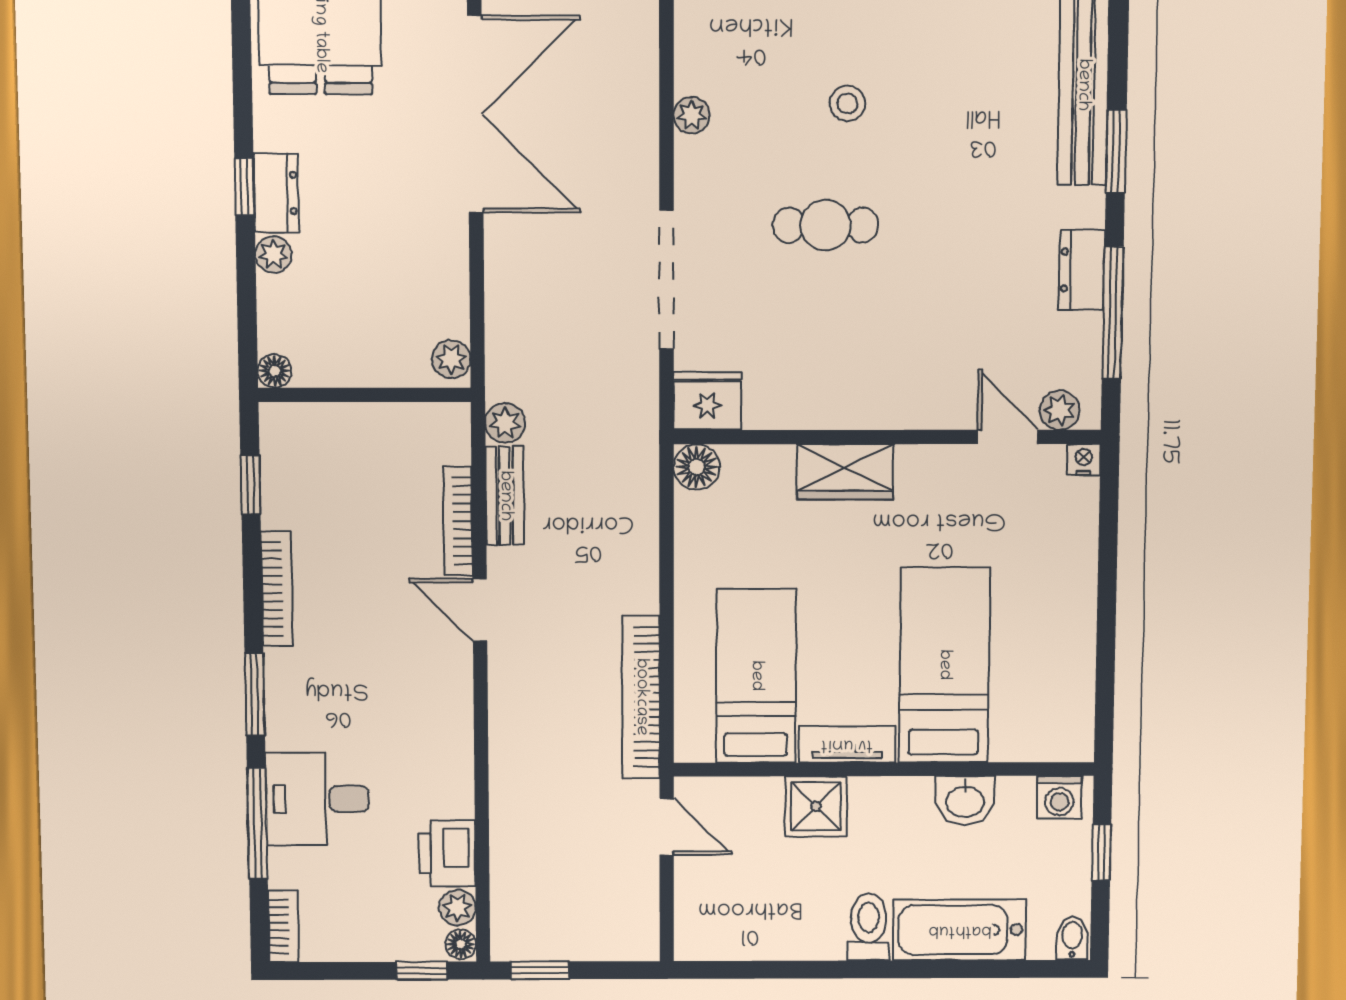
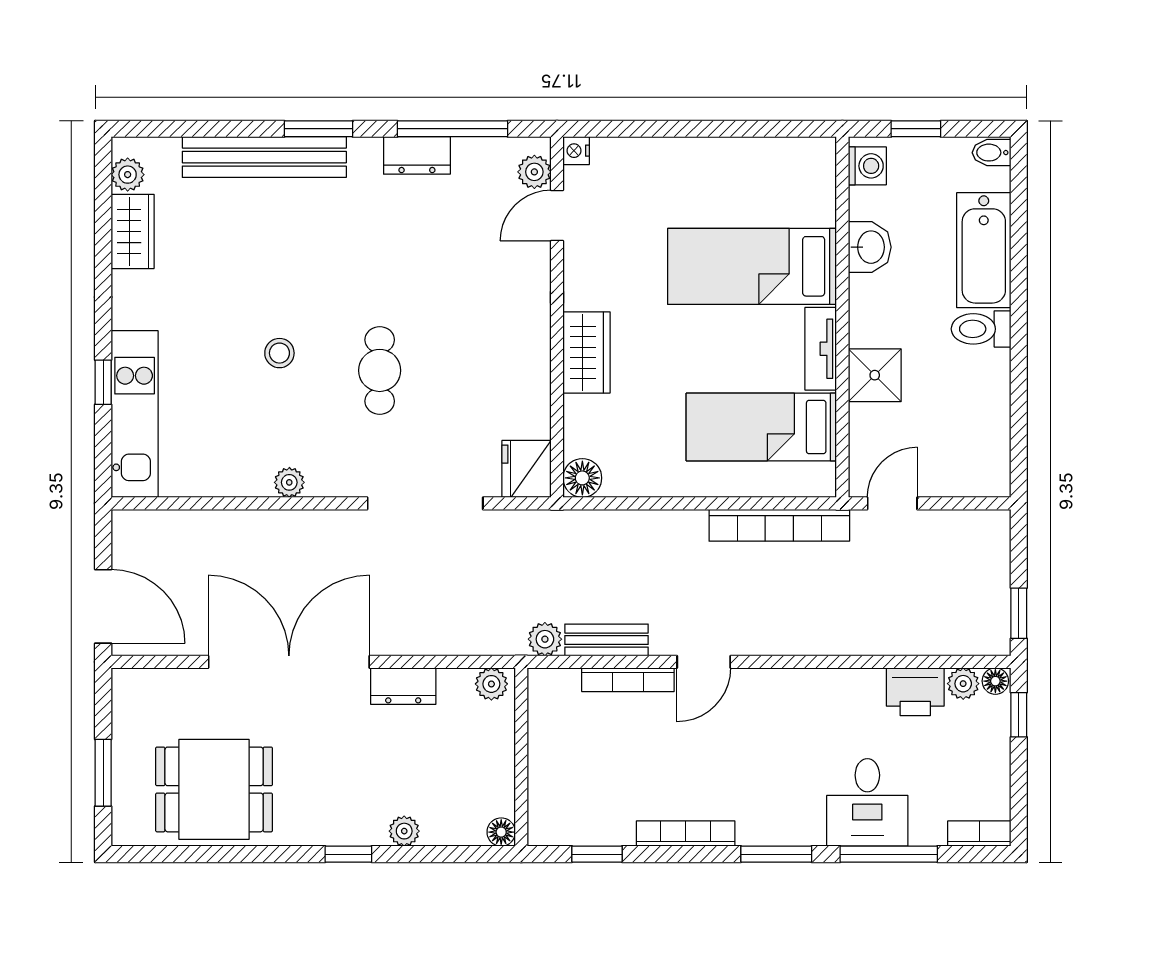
dresser: (276, 193) -> (403, 686), moved, turned 180

